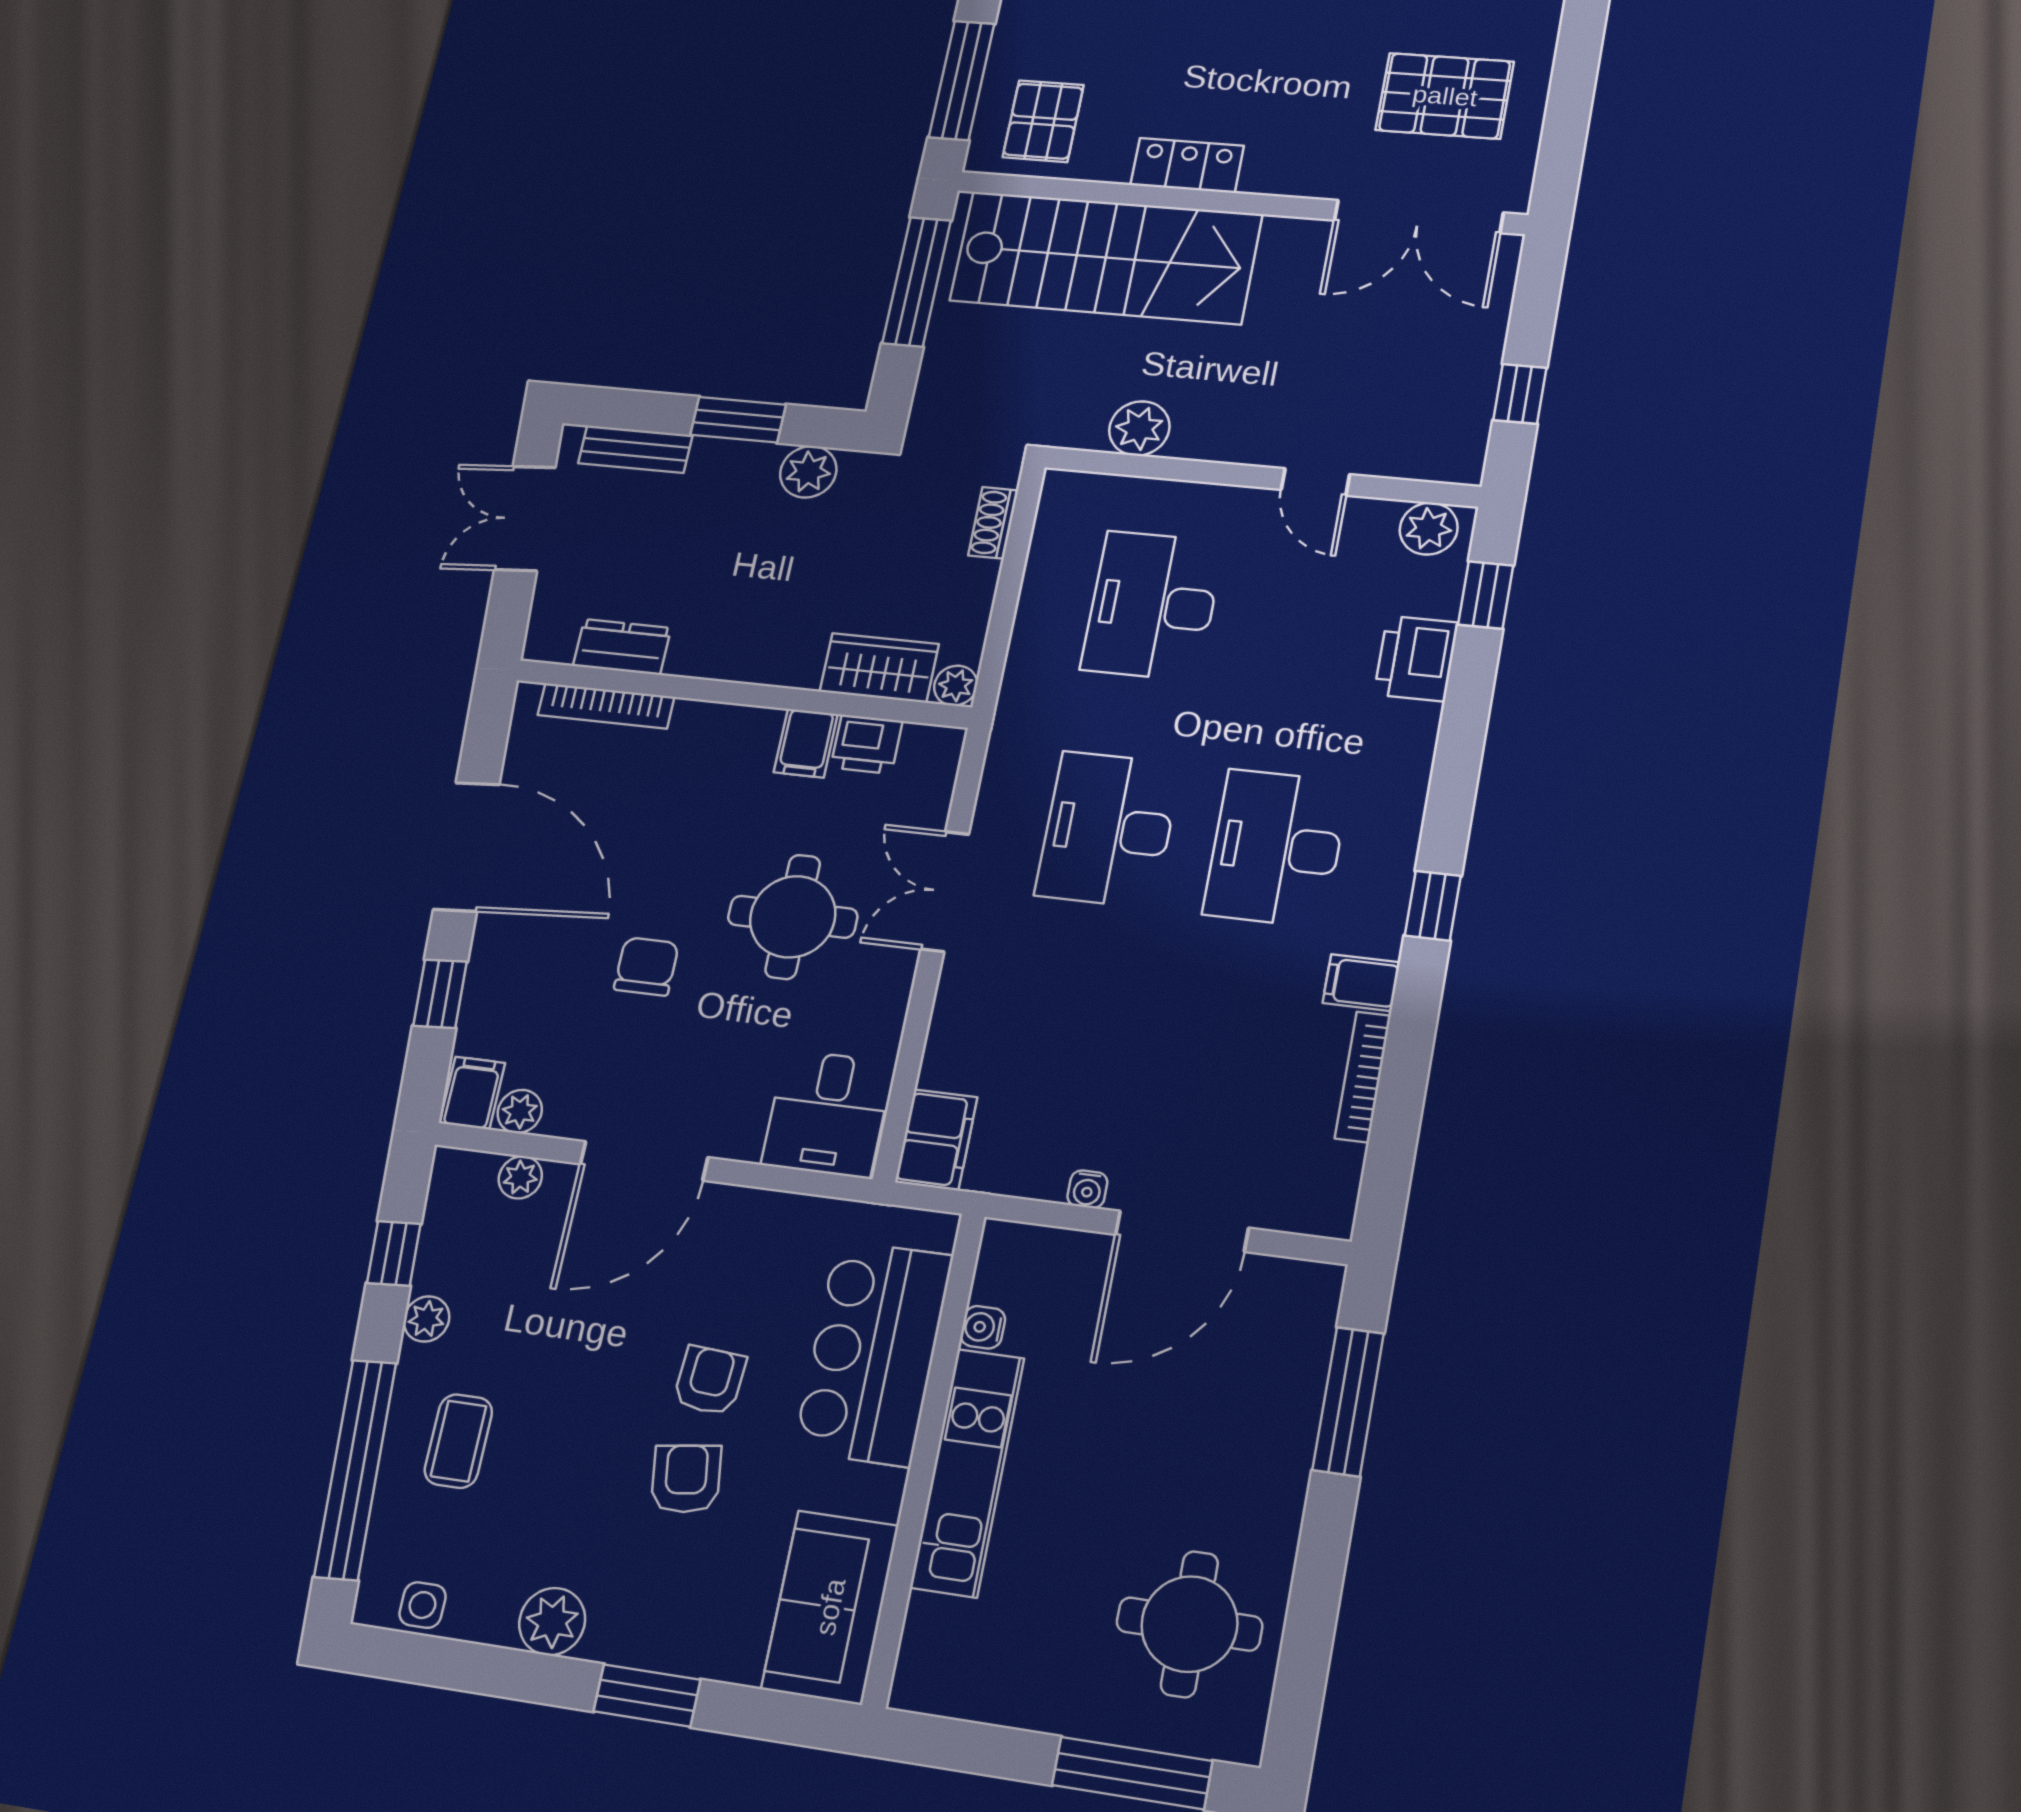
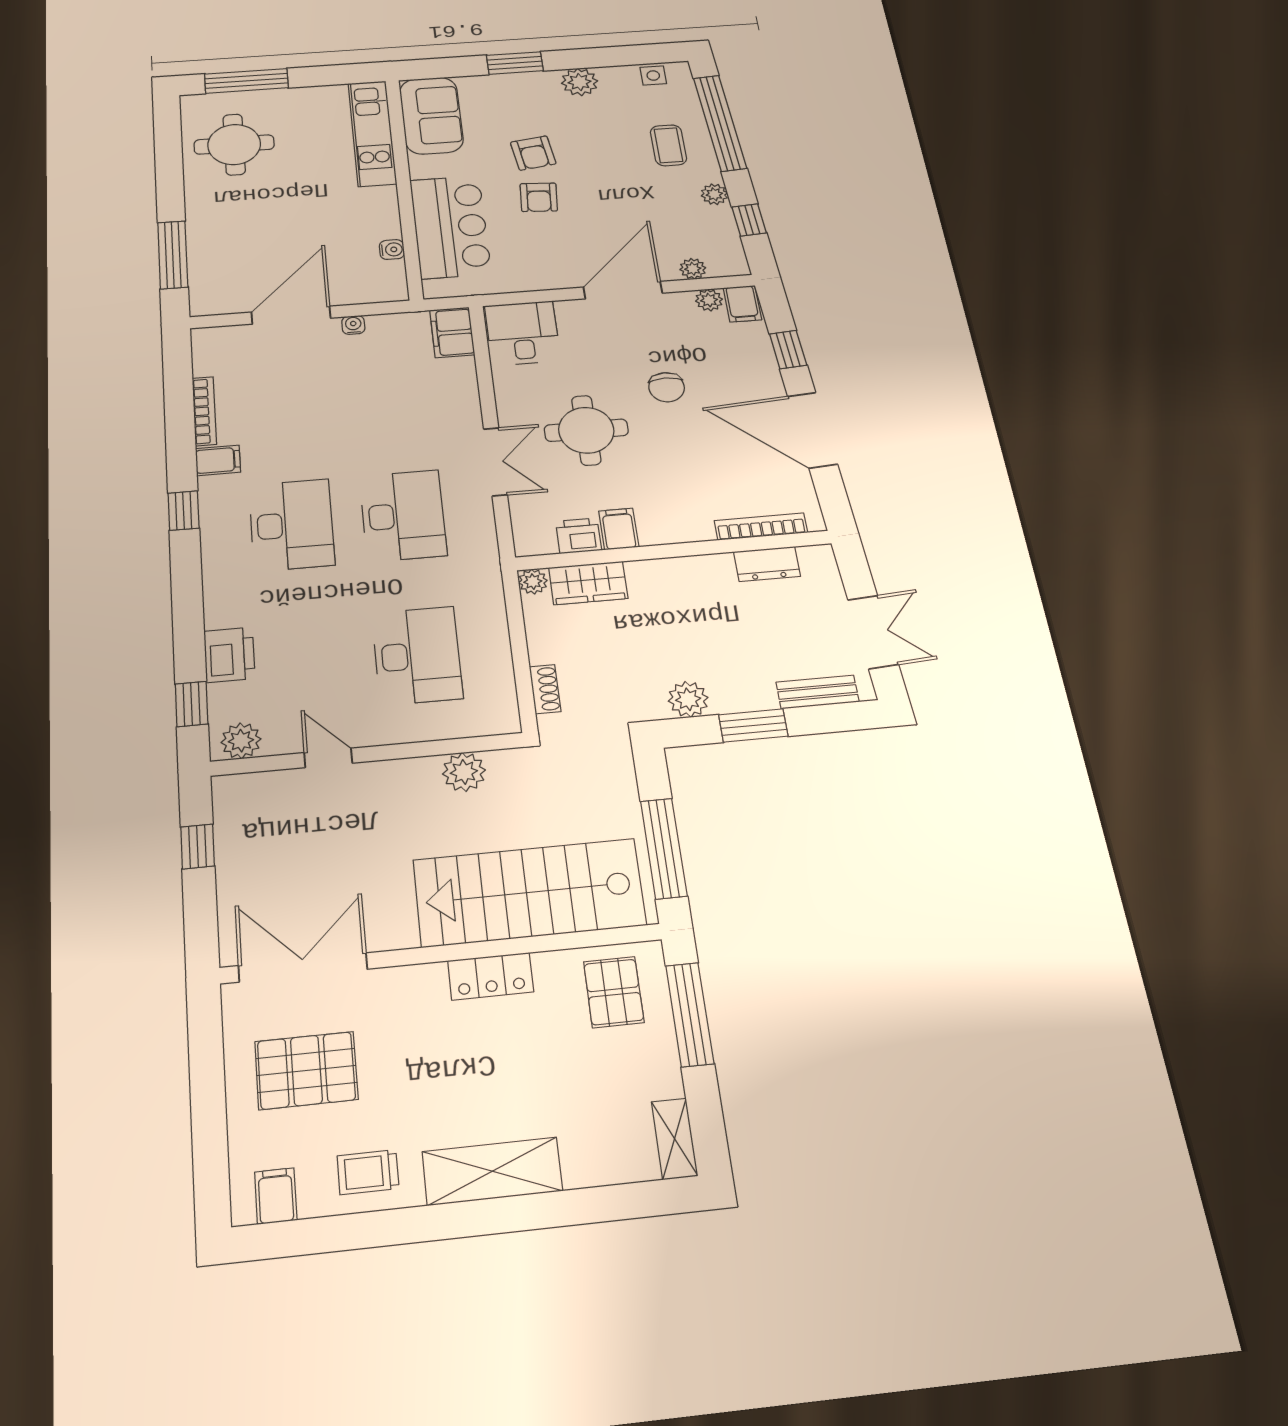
kitchen unit: (967, 1472) -> (372, 133), moved

